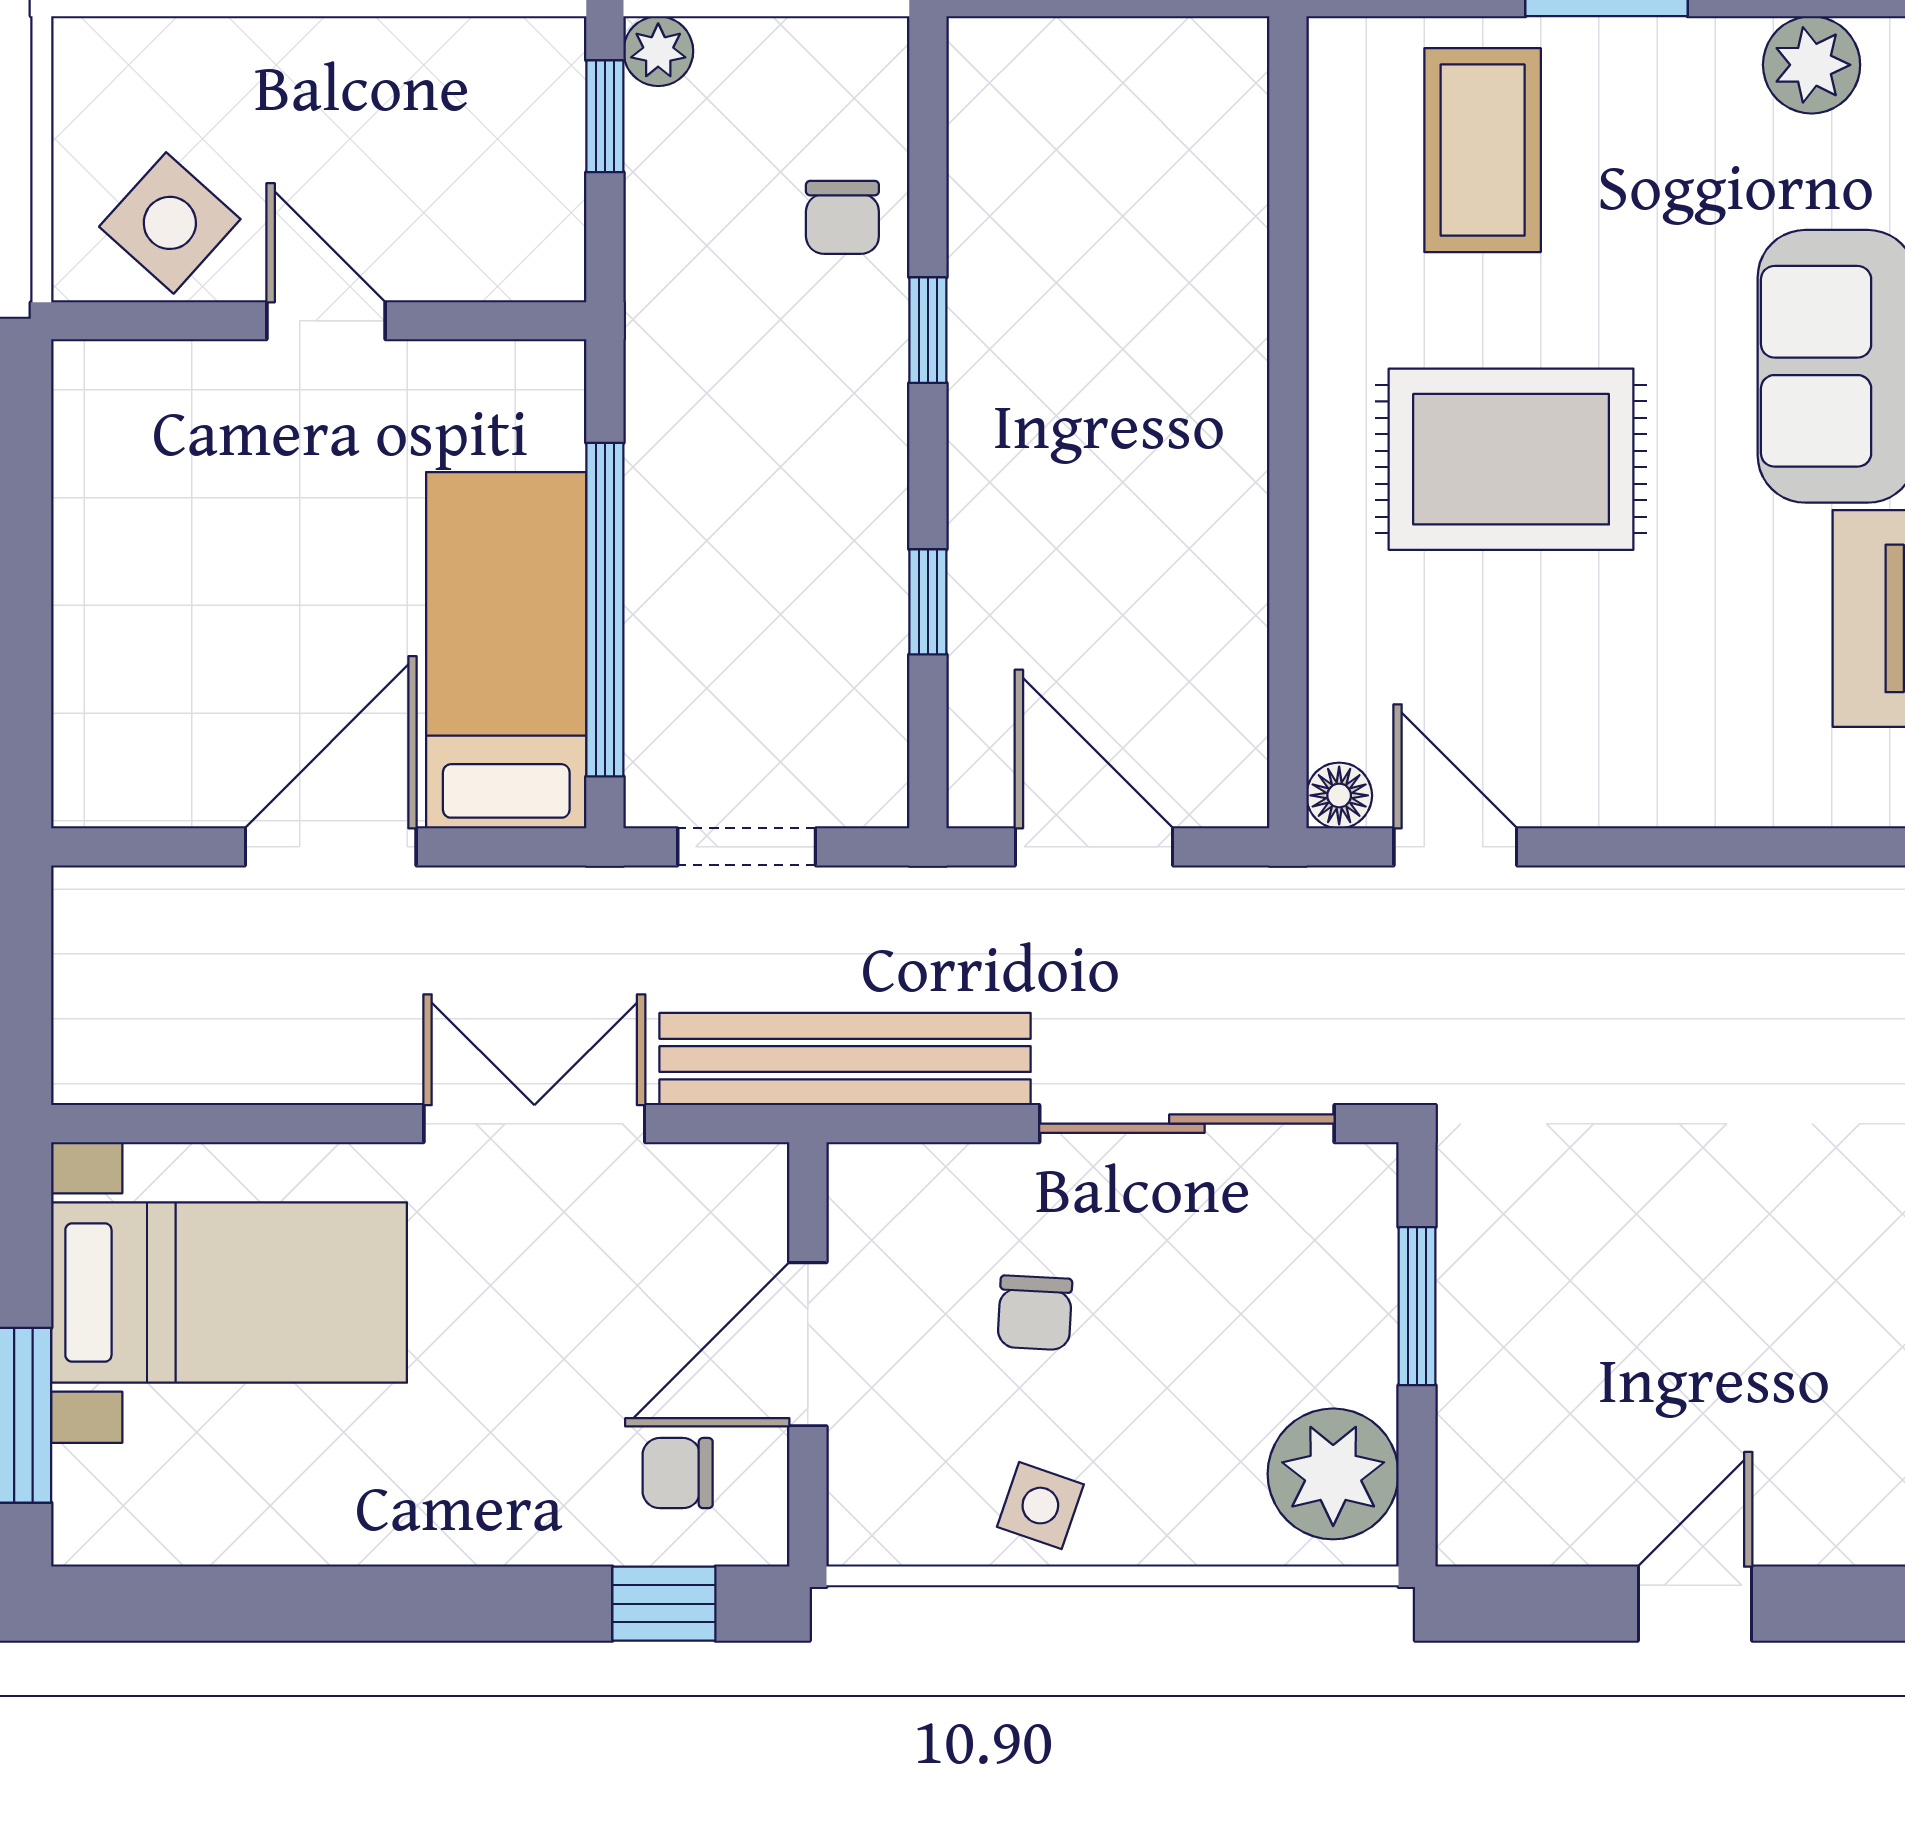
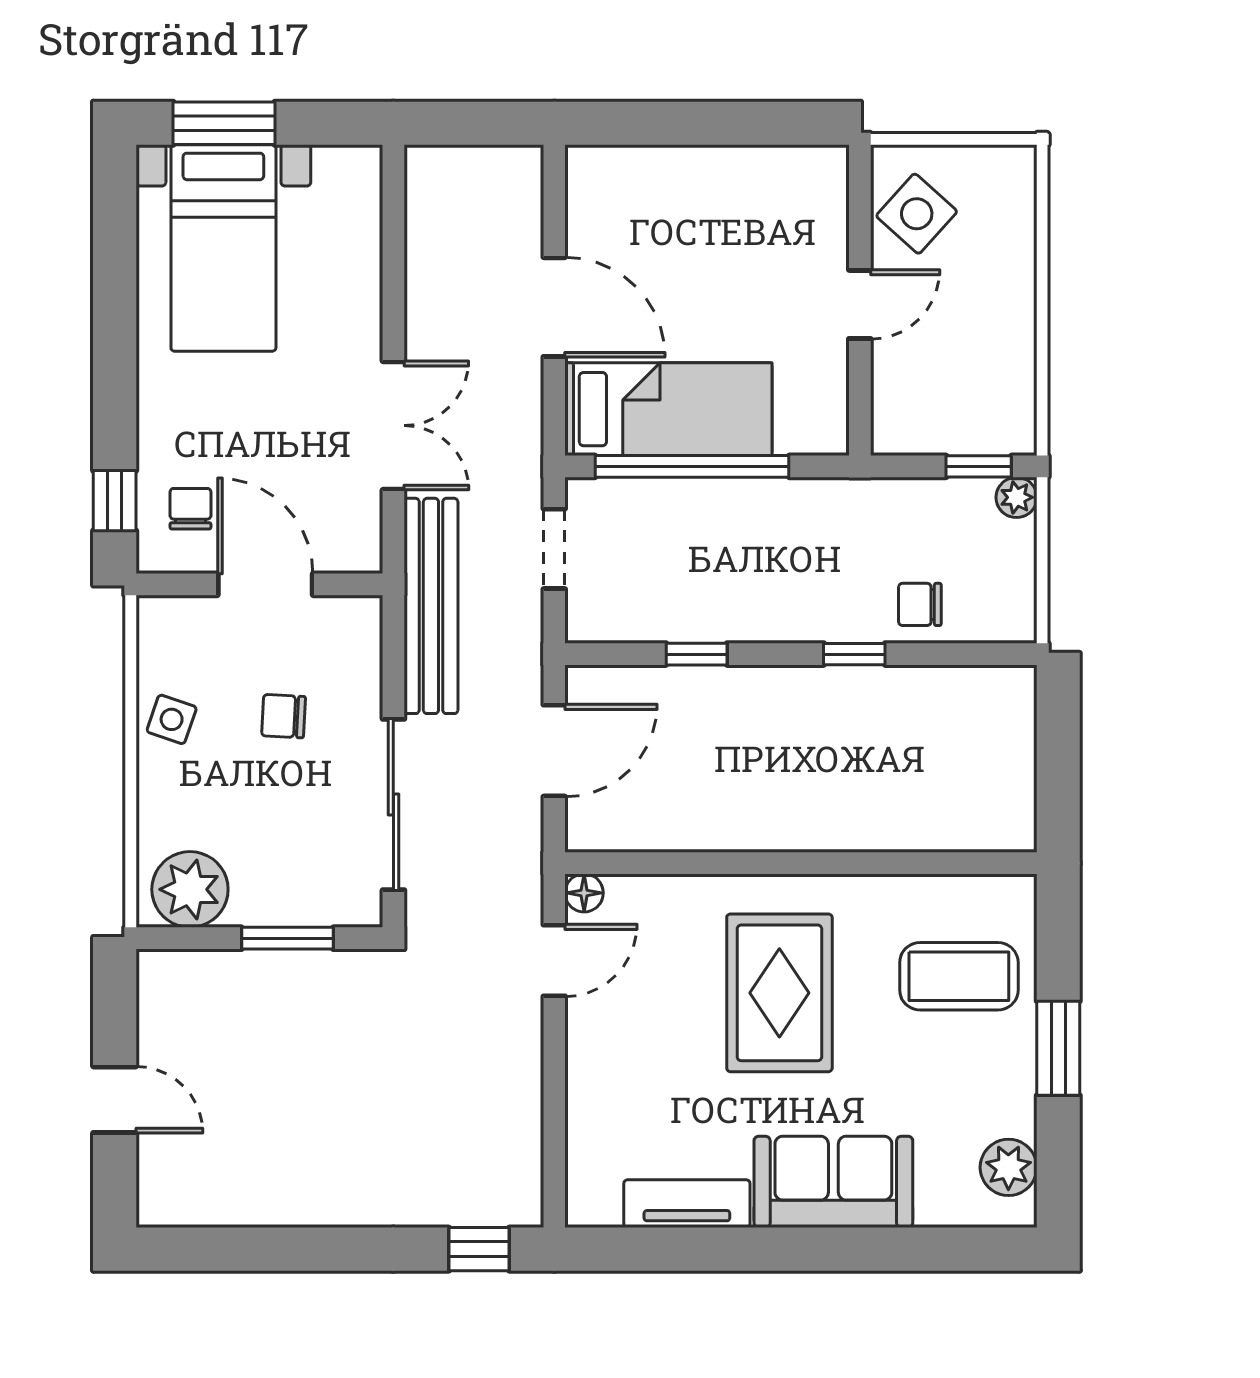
bed with nightstands: (229, 1292) -> (223, 248), moved

